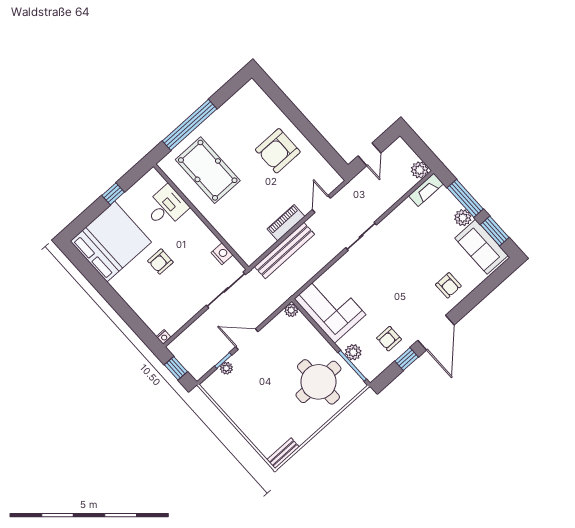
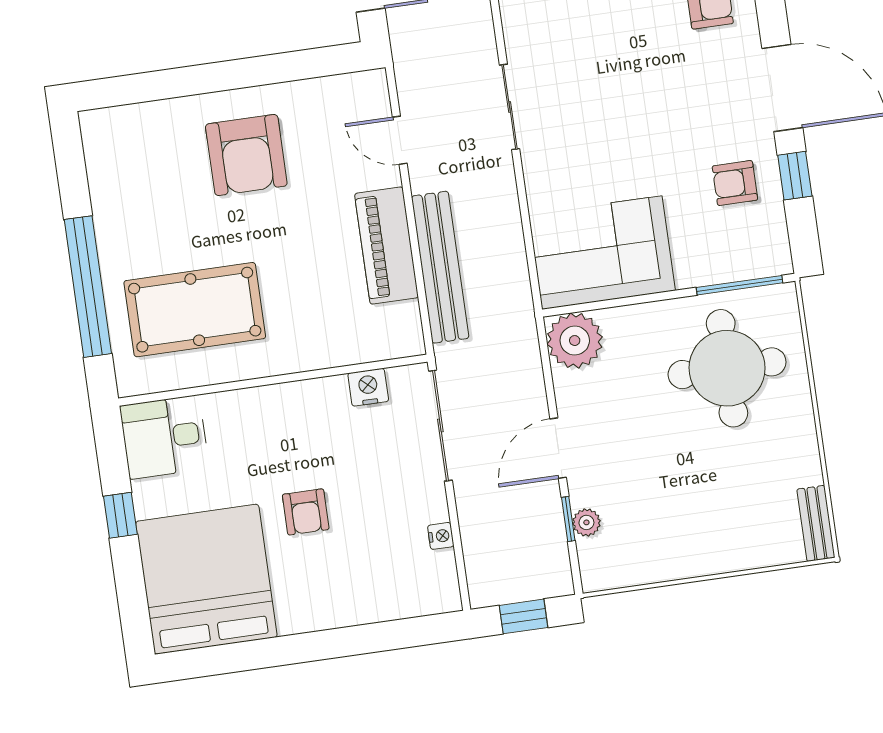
desk: (166, 207) -> (164, 437), moved, turned -90
piano: (286, 223) -> (387, 246), width x1.37, depth x1.33
plant: (291, 310) -> (575, 341), width x1.88, depth x1.88
nightstand: (164, 337) -> (441, 536), moved
armchair: (389, 339) -> (735, 183), turned 90
plant: (353, 352) -> (715, 267), removed

